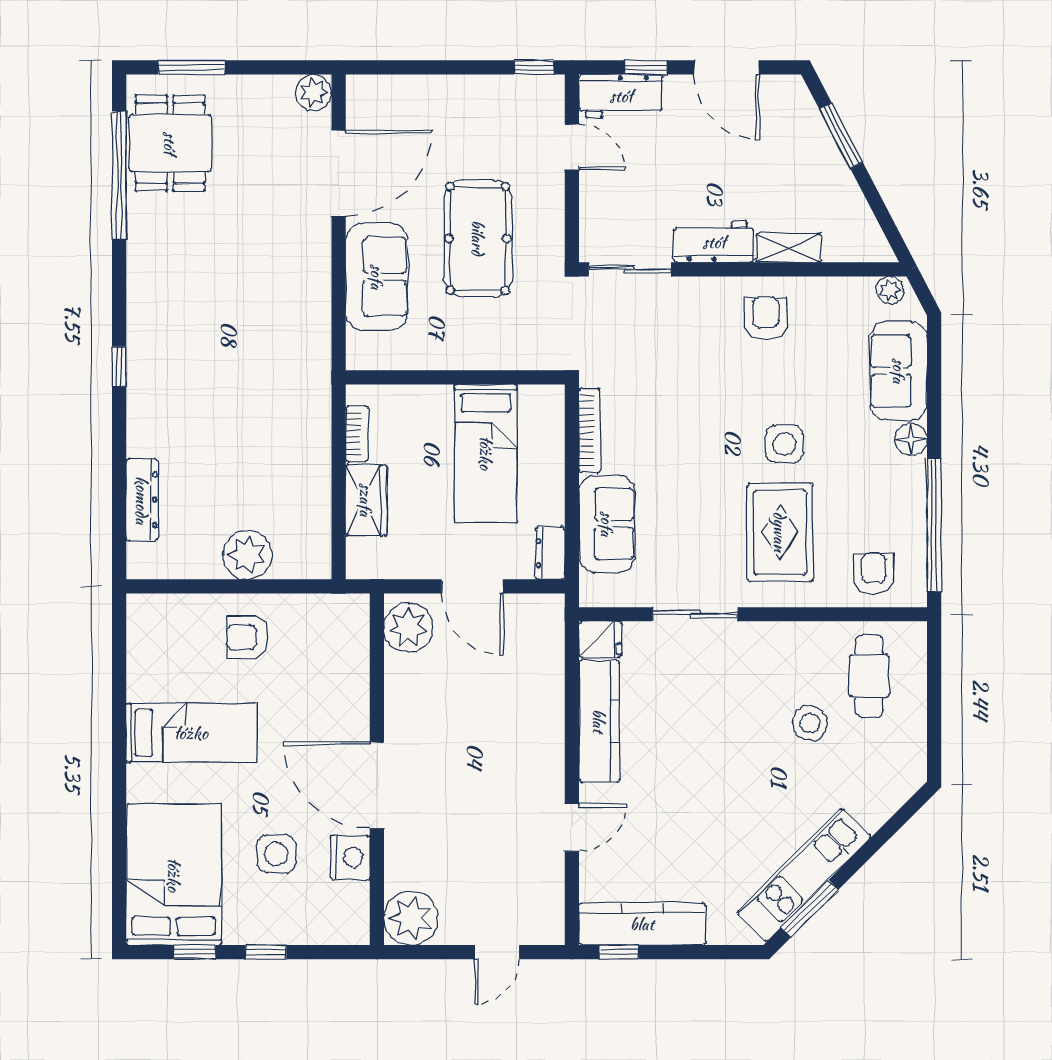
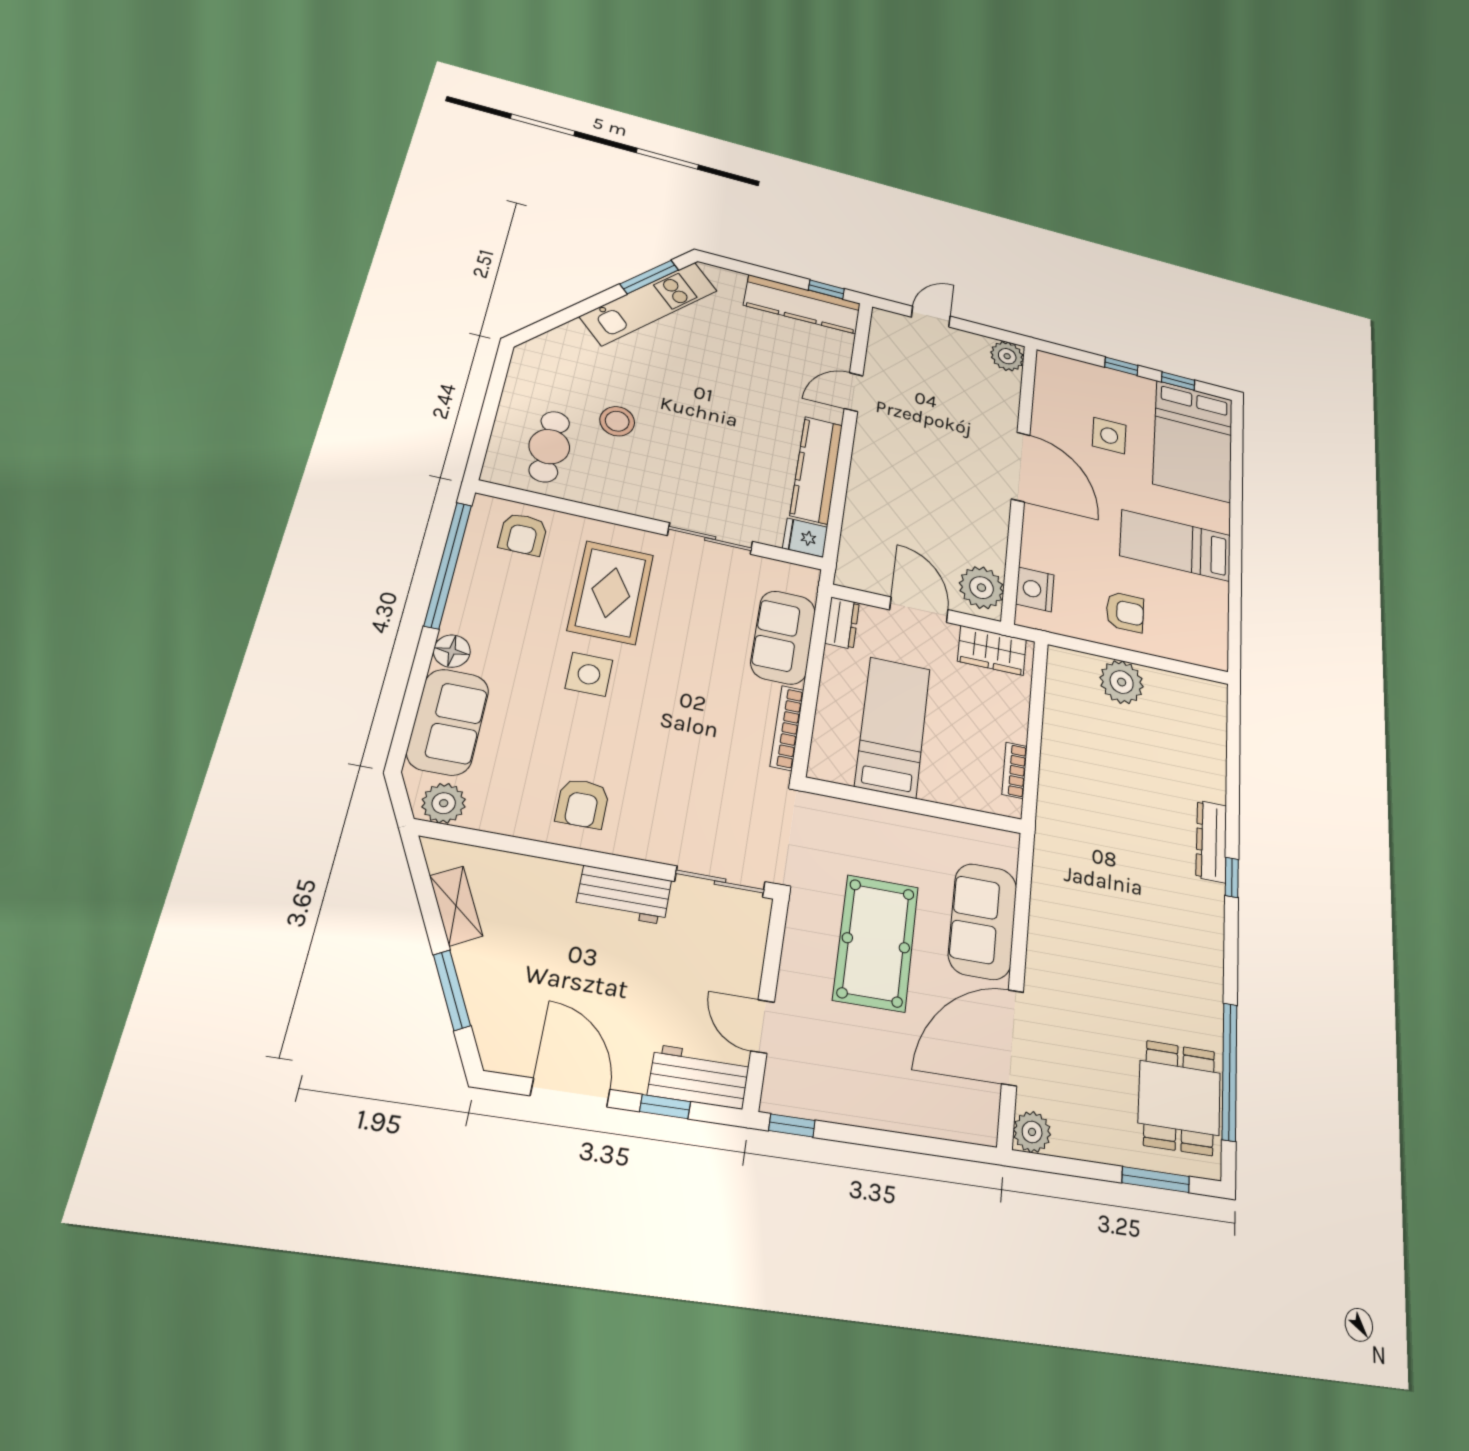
shelving: (789, 248) -> (456, 906), moved, turned 62
plant: (890, 290) -> (444, 803), width x1.38, depth x1.38
dresser: (142, 500) -> (1211, 841), moved
wardrobe: (366, 500) -> (992, 650), moved, turned -90
nightstand: (350, 858) -> (1035, 589), moved
plant: (411, 918) -> (1007, 356), width x0.73, depth x0.73

